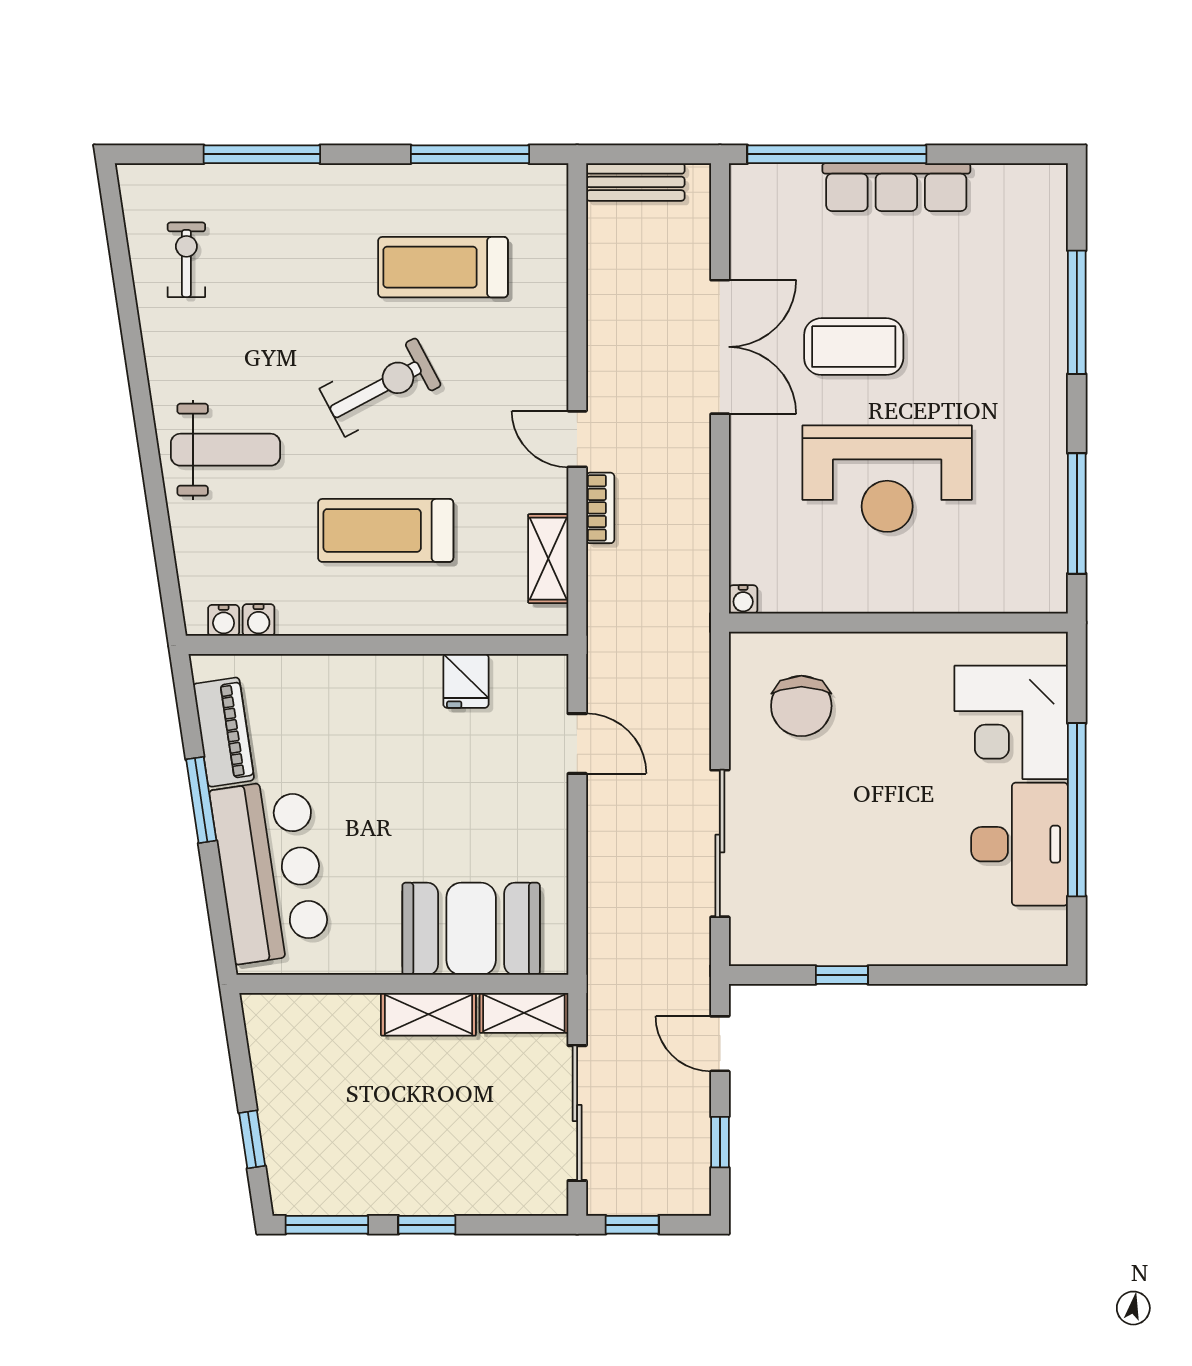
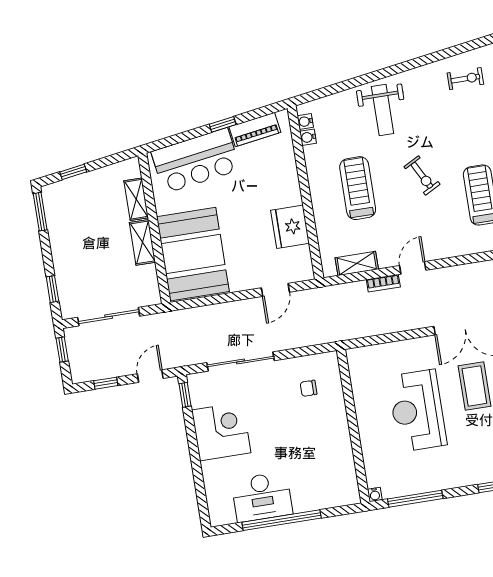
exercise bike: (381, 387) -> (422, 175), width x0.73, depth x0.72
water cooler: (743, 599) -> (375, 495), moved, turned -90
fridge: (466, 681) -> (290, 227), width x1.88, depth x1.34
chair: (801, 706) -> (308, 388), width x0.54, depth x0.54
corner desk: (1011, 722) -> (221, 431), moved, turned 90
window: (201, 800) -> (223, 124), width x0.67
booth: (471, 929) -> (193, 254), width x1.36, depth x1.42
window: (842, 975) -> (185, 395), moved
shelving: (524, 1013) -> (136, 199), moved
window: (427, 1225) -> (52, 289), moved

